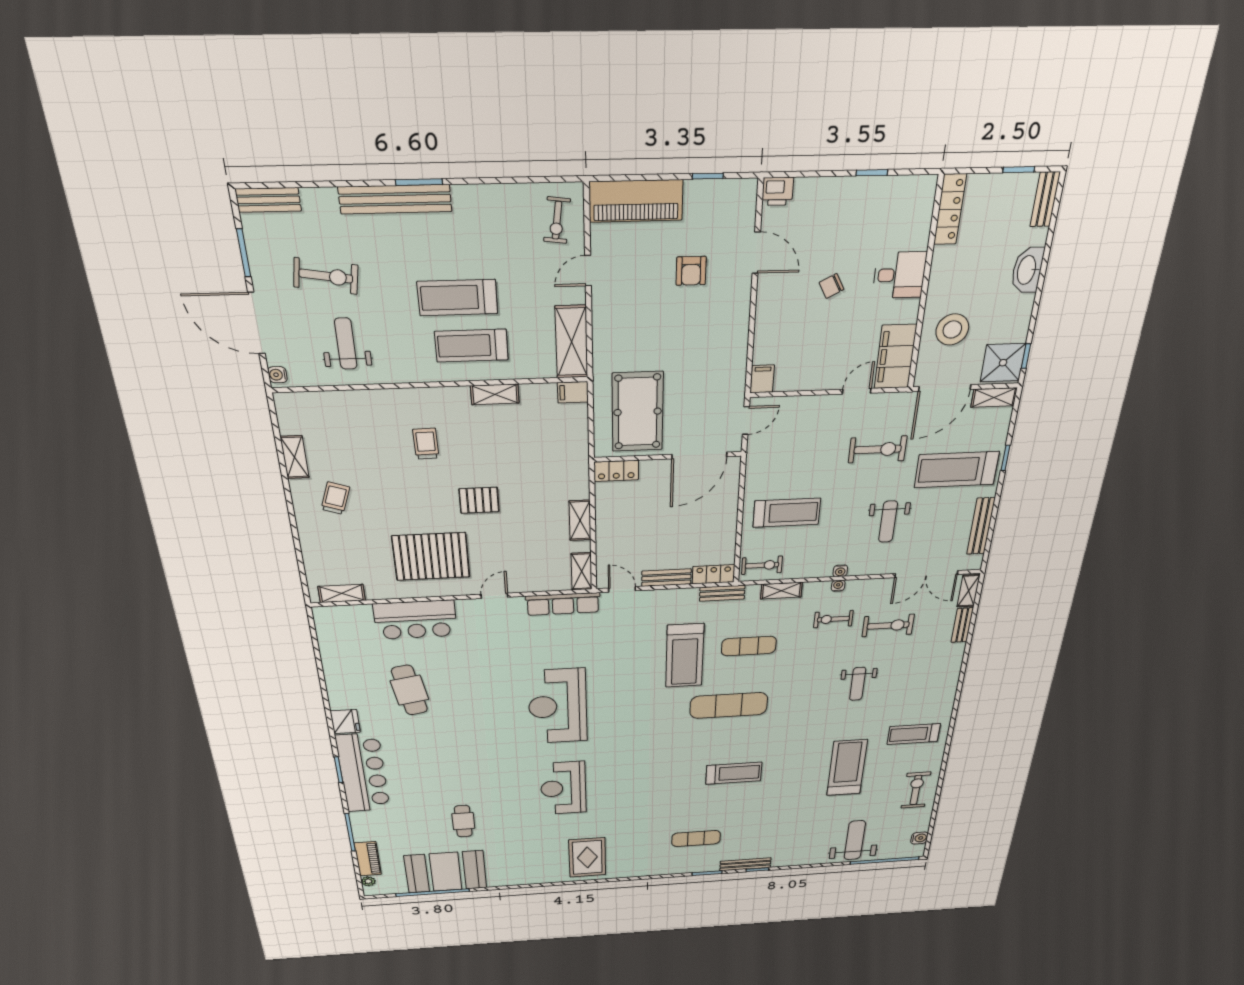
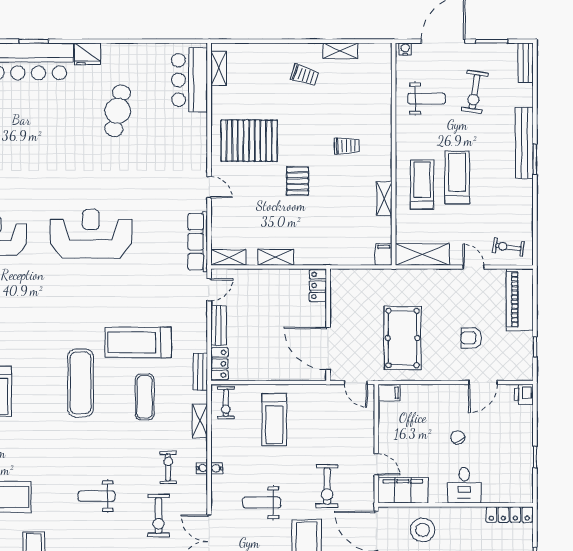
pool table: (638, 412) -> (403, 338), moved, turned 90
pallet: (431, 557) -> (249, 141), turned 90
bar counter: (415, 620) -> (190, 80), moved
cafe table: (409, 690) -> (118, 111), turned -68

